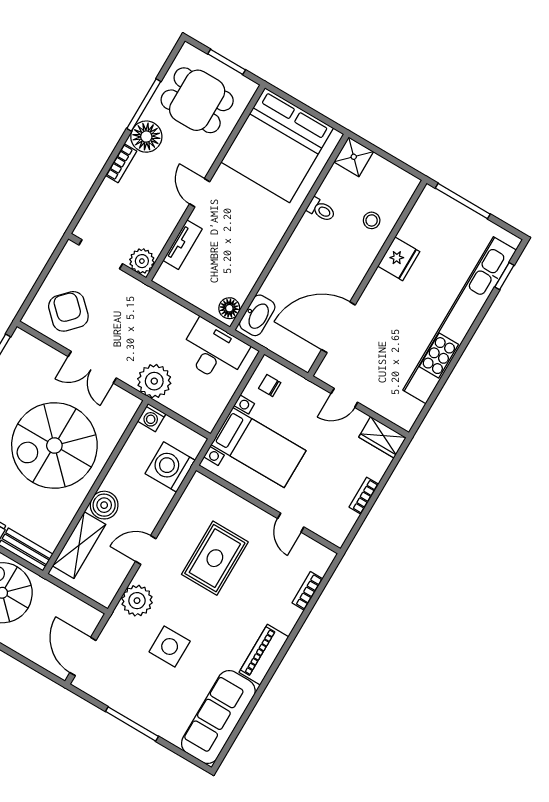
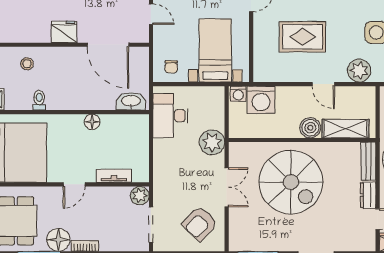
fridge: (399, 259) -> (64, 32), moved
floor lamp: (229, 308) -> (92, 122), moved
washing machine: (152, 418) -> (238, 94), moved, turned 90

